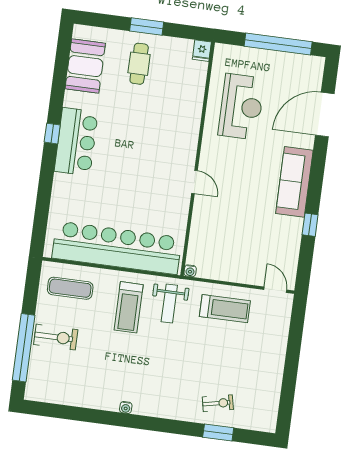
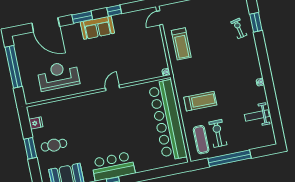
fridge: (202, 51) -> (36, 123), moved
window: (317, 173) -> (82, 17), added
sofa: (294, 182) -> (97, 28), width x0.73
weight bench: (169, 304) -> (257, 115), moved, turned 180
treadmill: (225, 309) -> (181, 44), turned 180
exercise bike: (56, 337) -> (218, 133), moved
window: (24, 348) -> (229, 158), moved

